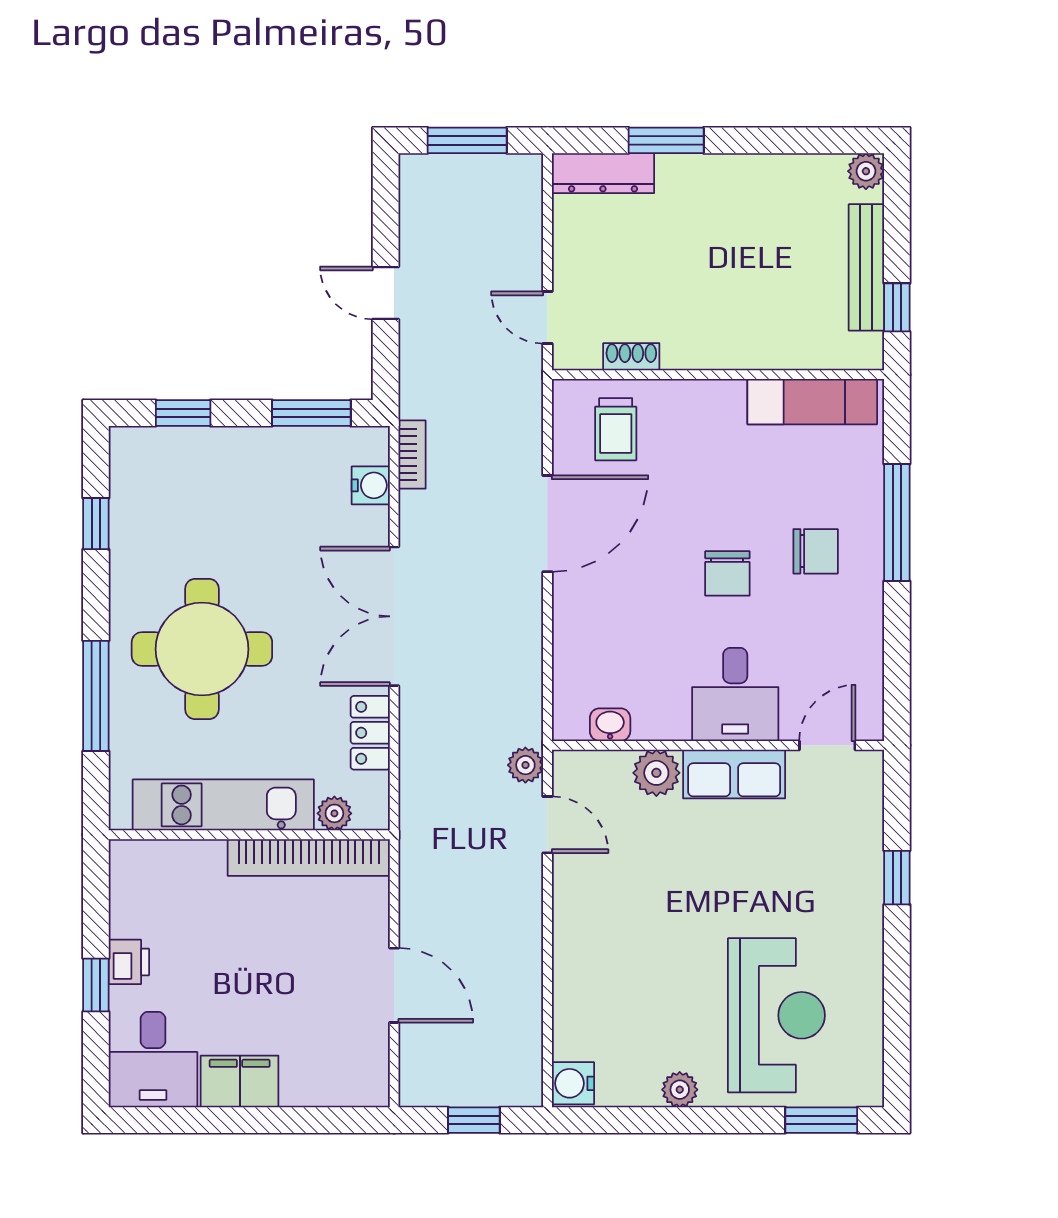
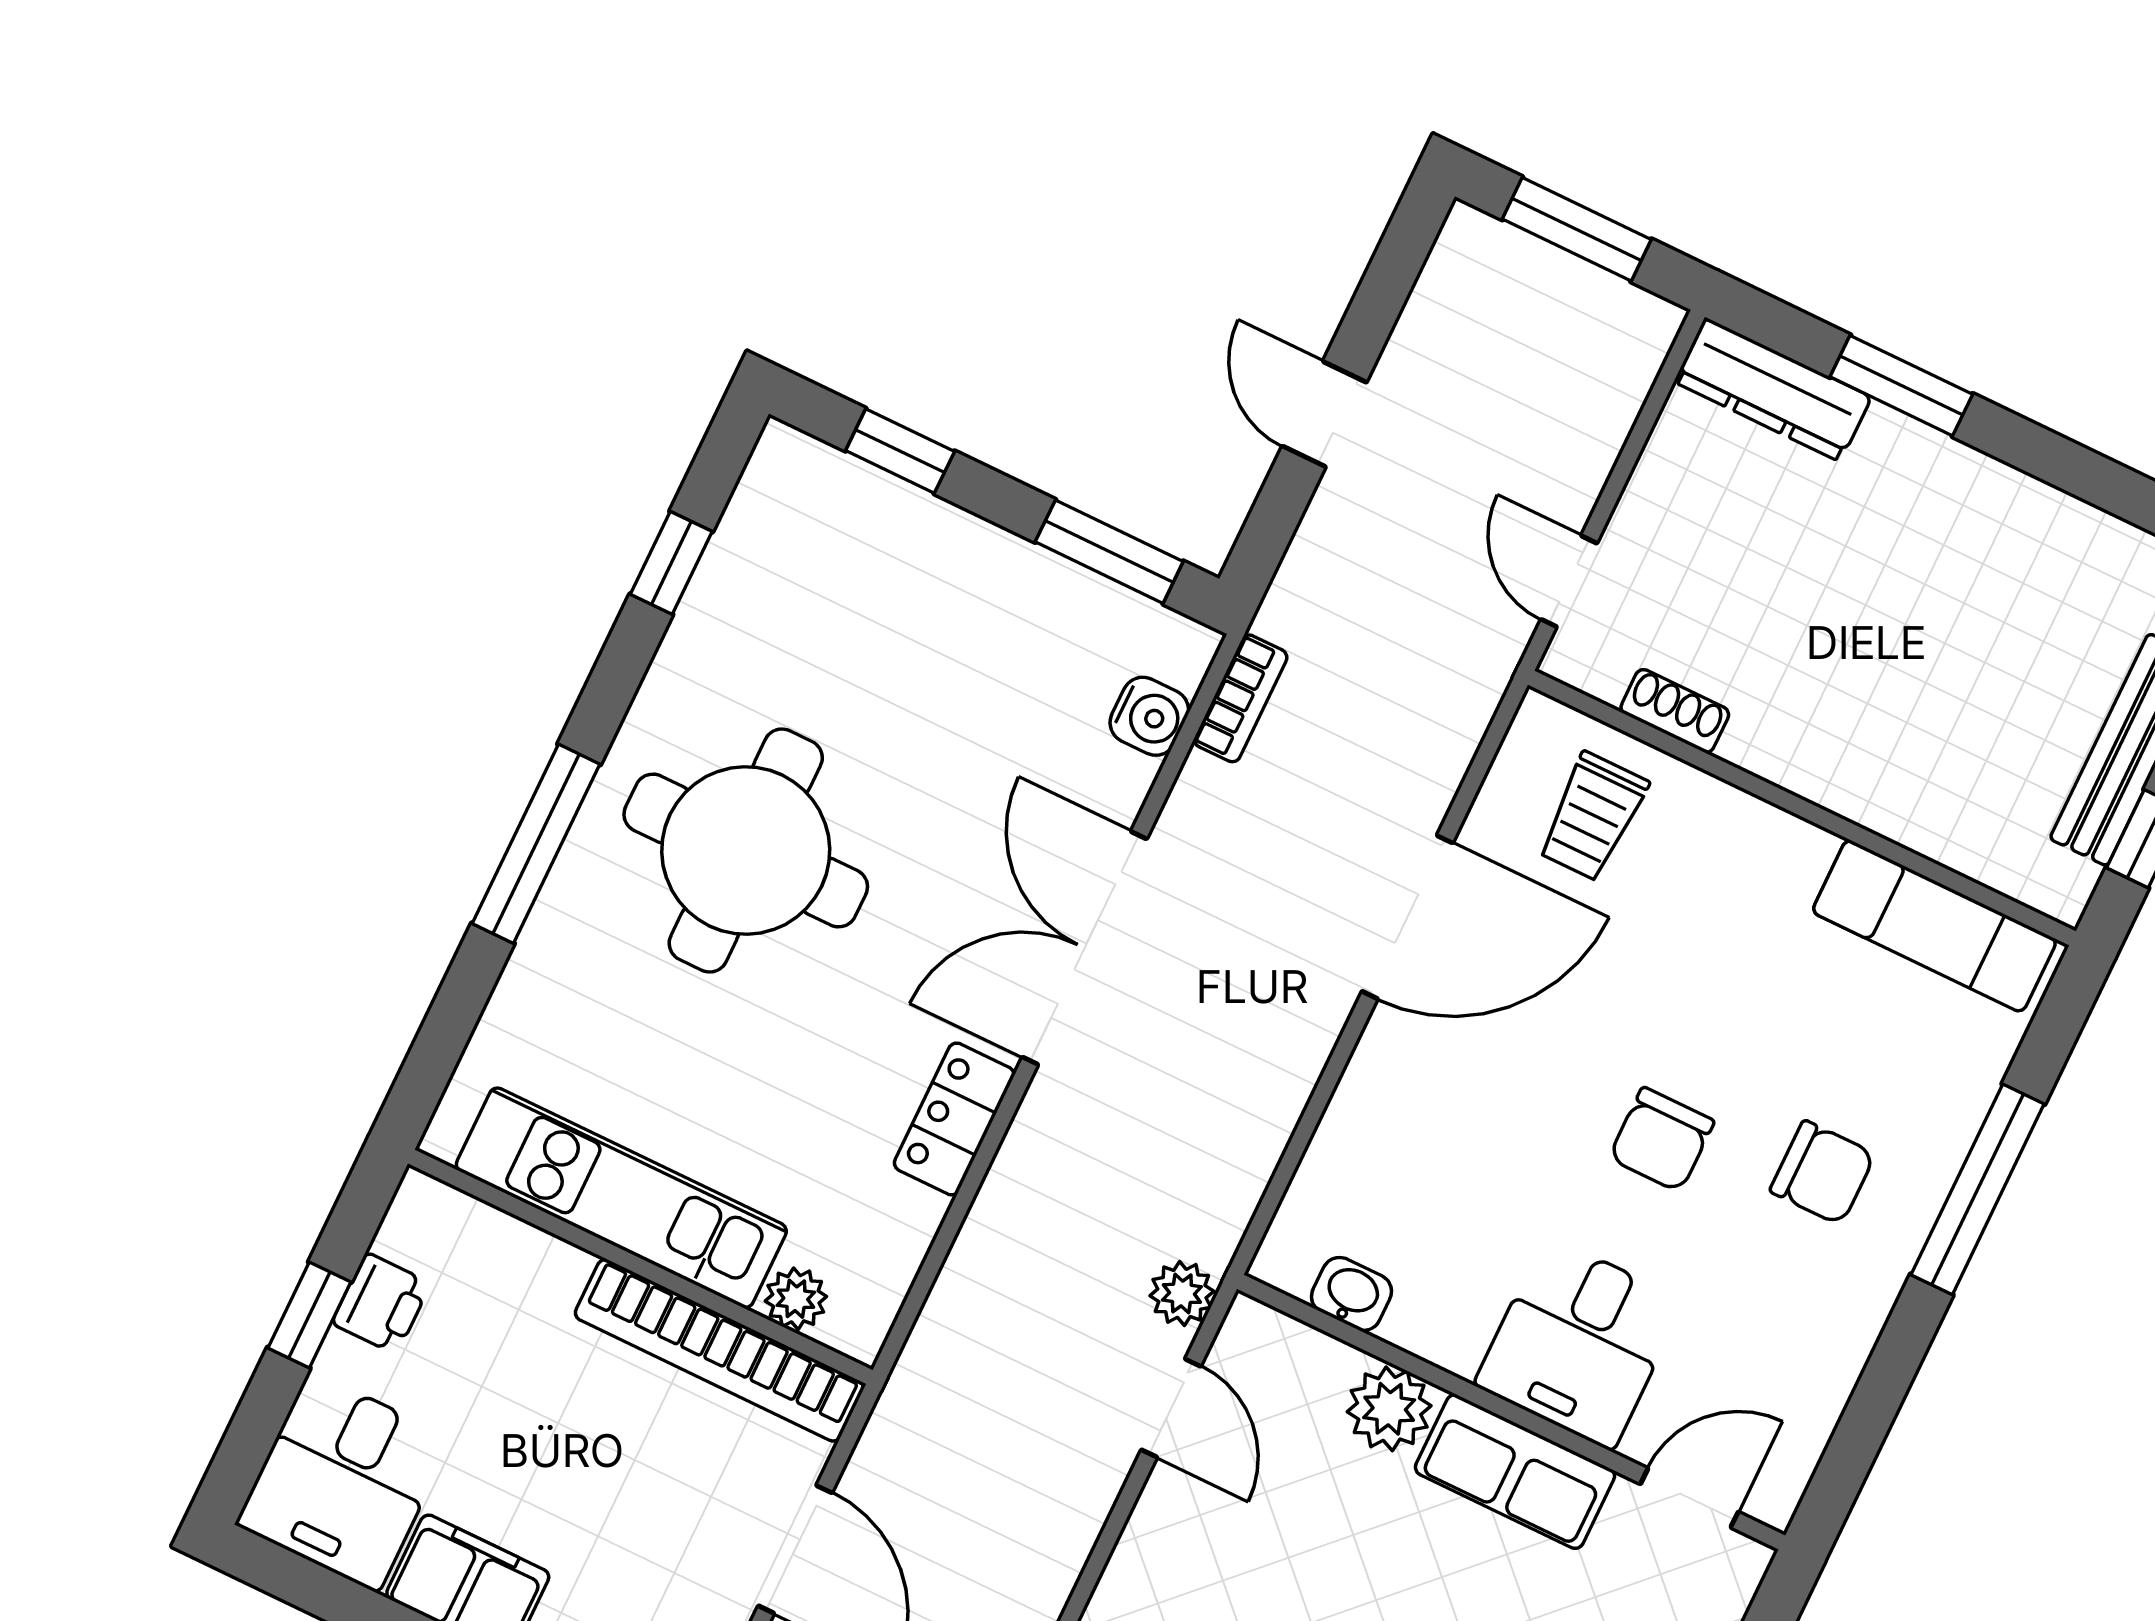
kitchen unit: (223, 805) -> (621, 1198), moved
plant: (334, 813) -> (796, 1299), moved
wall: (249, 835) -> (640, 1267), moved
bookcase: (309, 857) -> (719, 1350), moved

